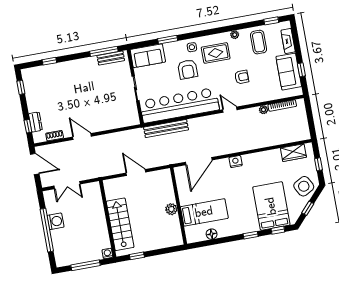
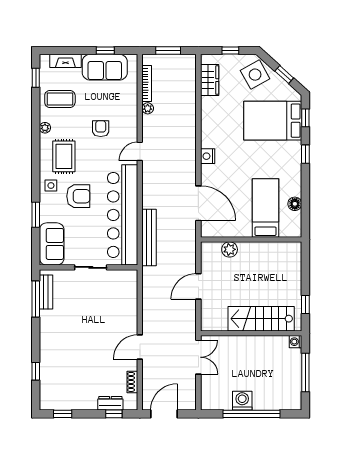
window: (310, 117) -> (168, 51), added
double door: (67, 185) -> (198, 357), moved
plant: (171, 209) -> (230, 249), moved

